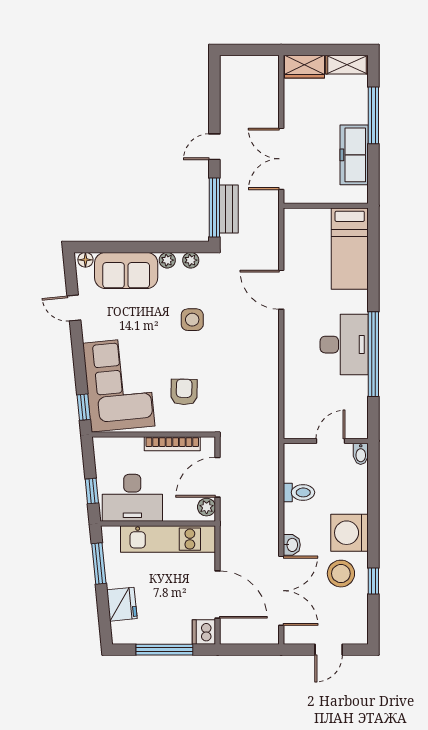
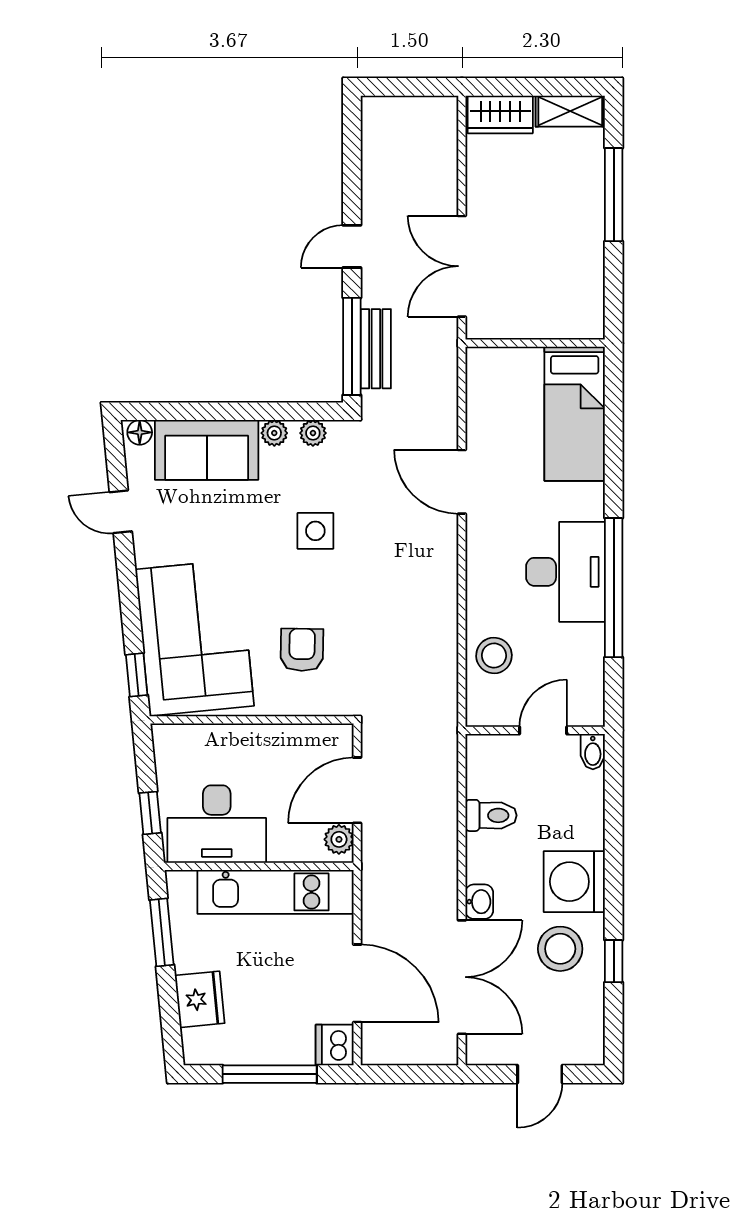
freezer: (354, 155) -> (582, 260), removed
stool: (301, 395) -> (494, 656), added
bookcase: (172, 444) -> (283, 735), removed

